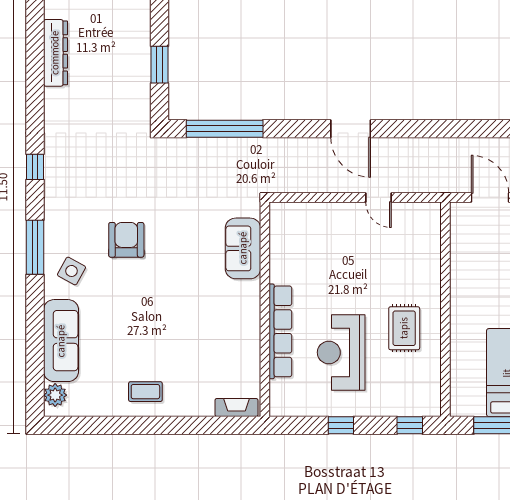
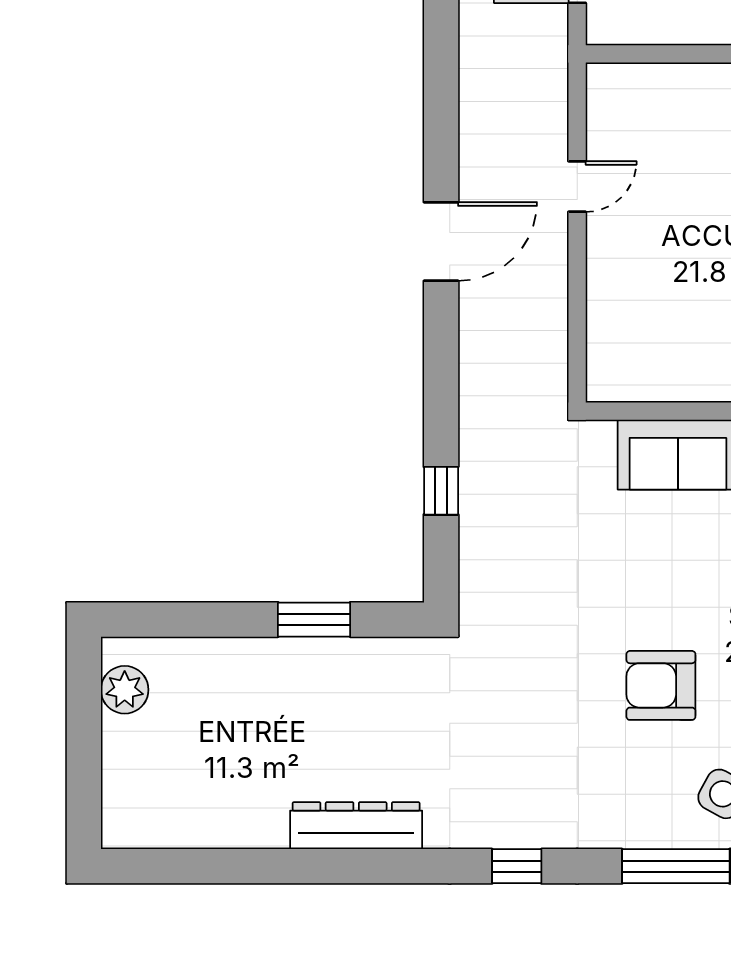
dresser: (55, 53) -> (356, 826), moved
window: (225, 129) -> (441, 491), width x0.32

